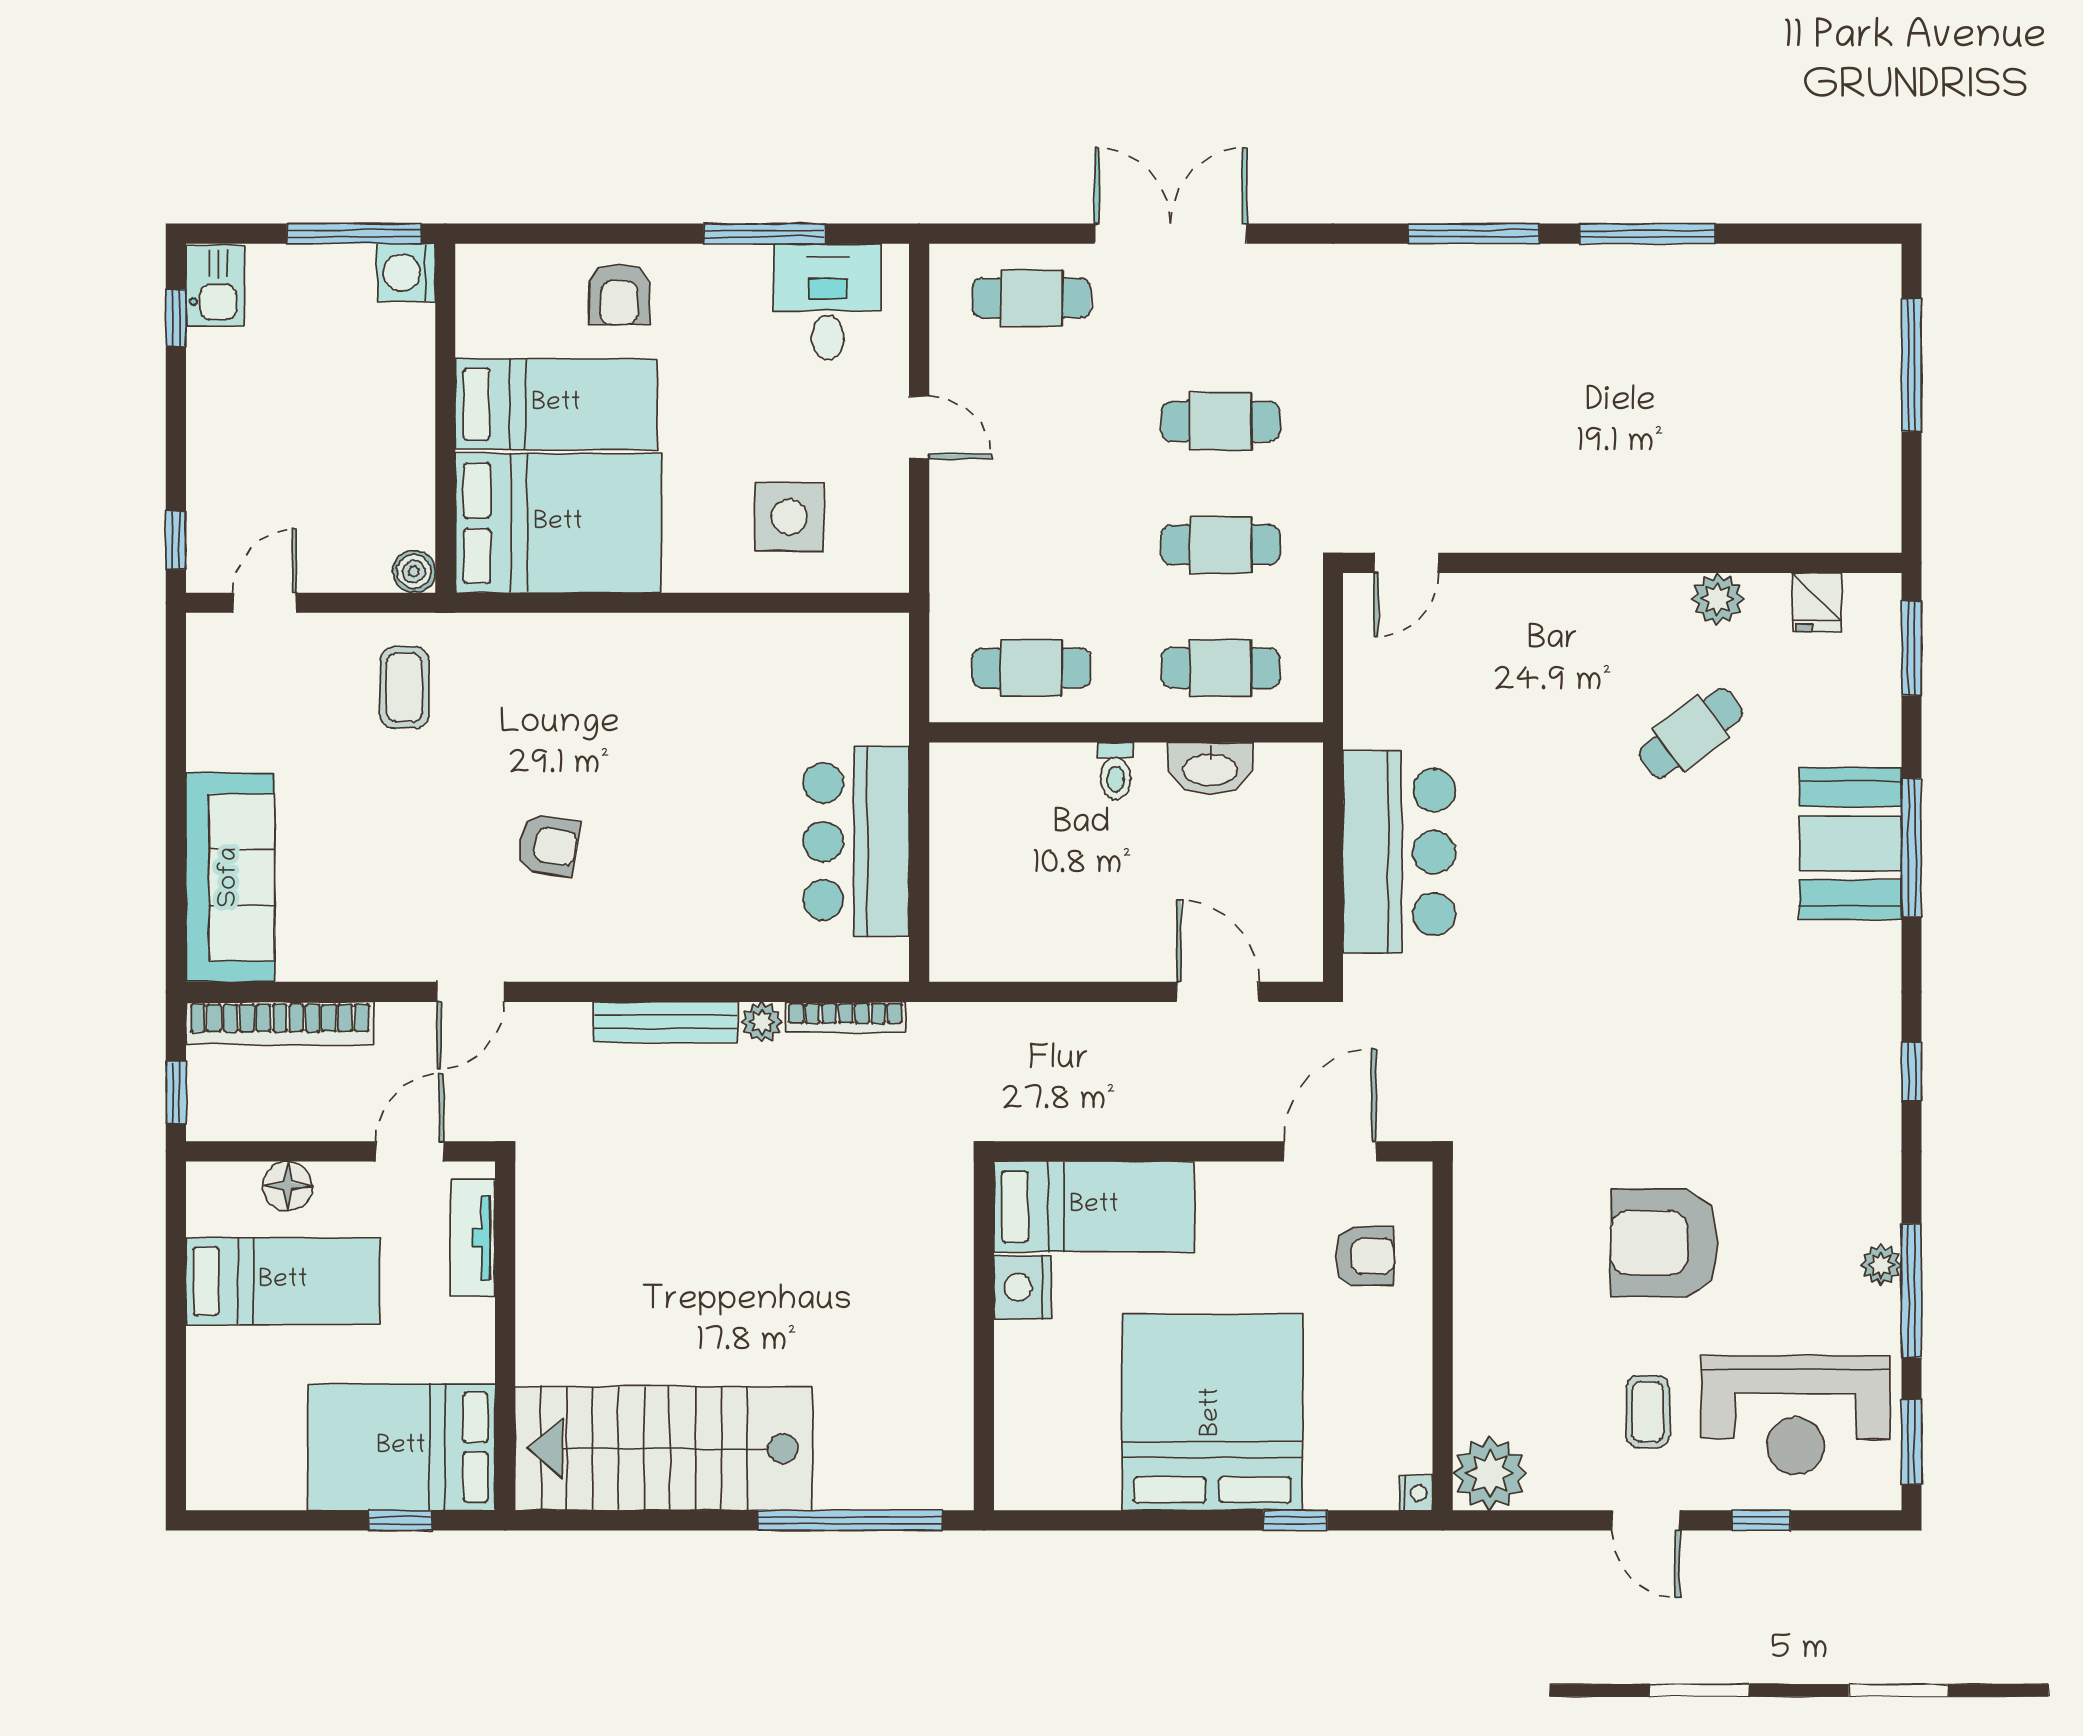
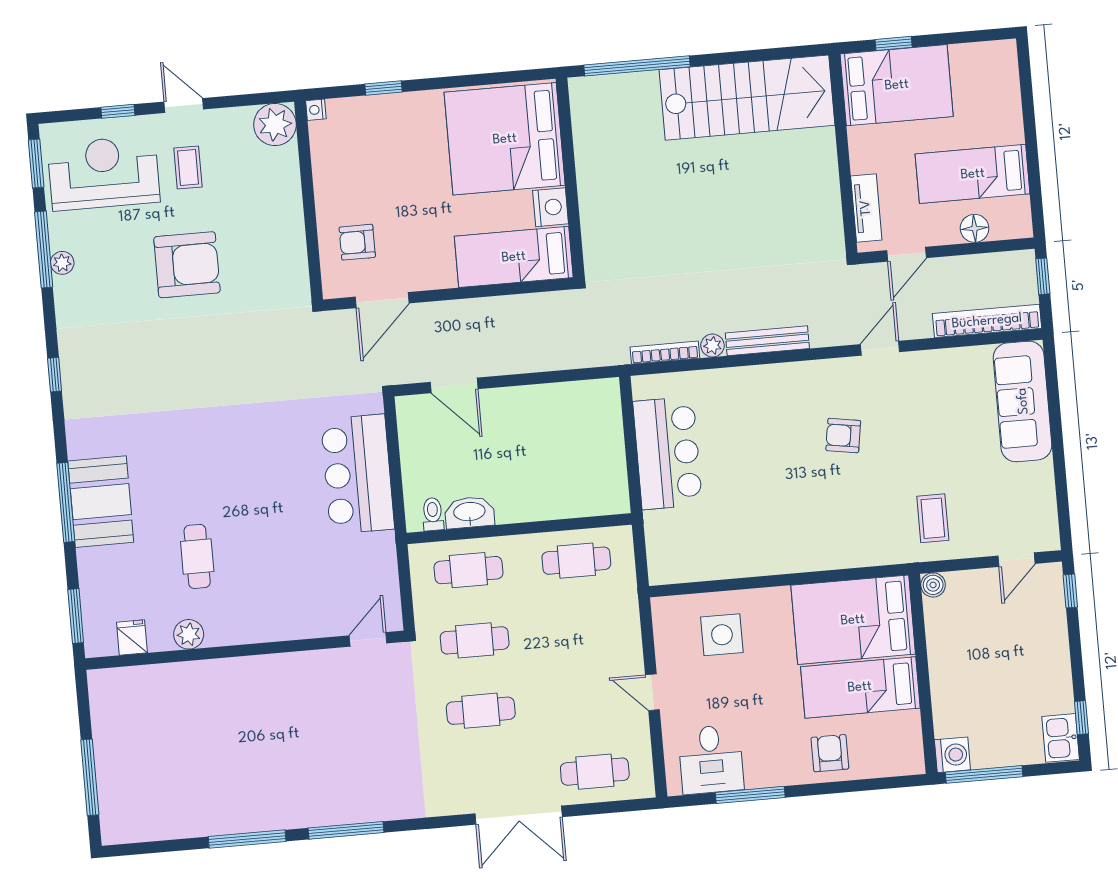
cafe table: (1691, 733) -> (197, 556), turned -53
toilet: (1116, 771) -> (433, 514), moved
bed: (1212, 1412) -> (505, 139), moved, turned 90

